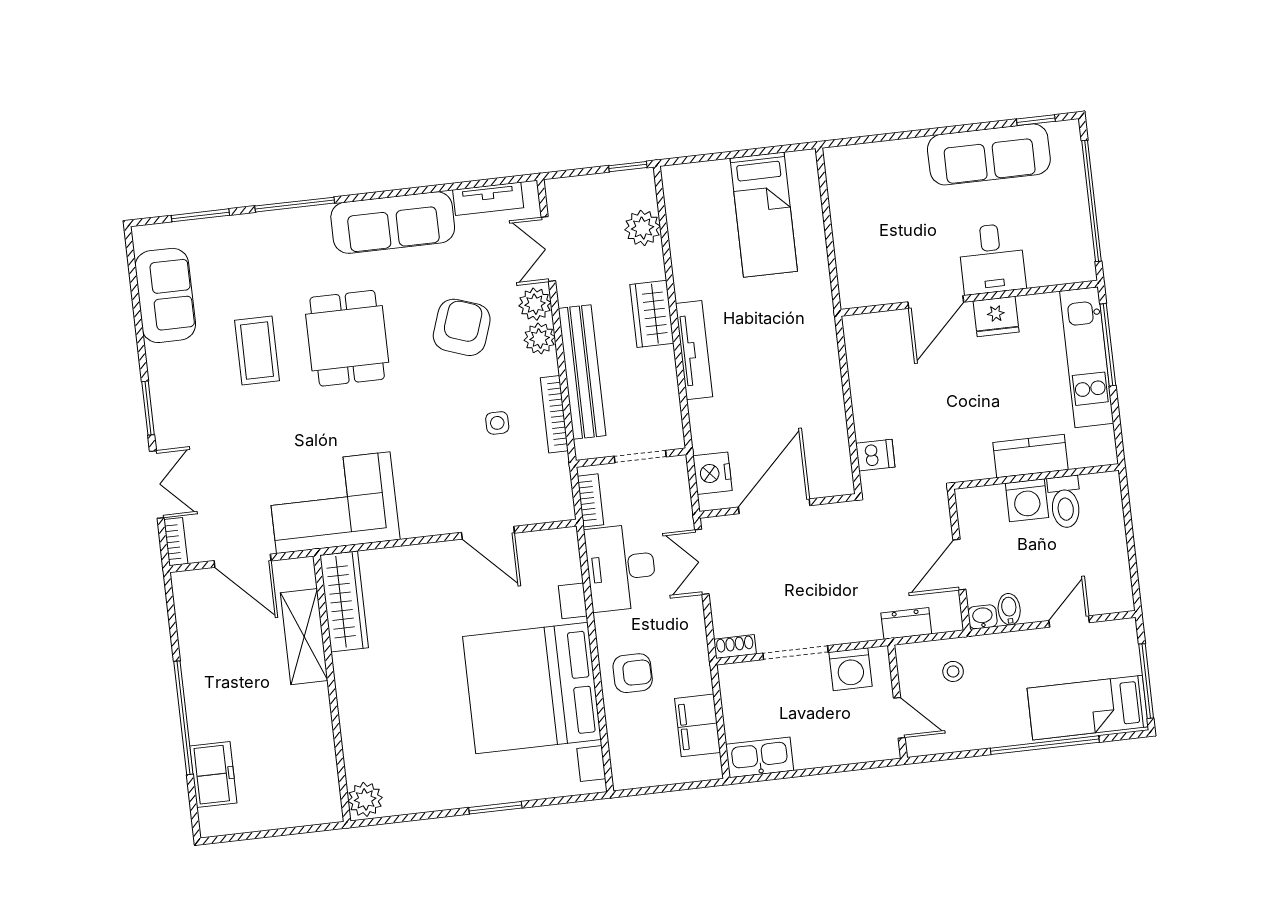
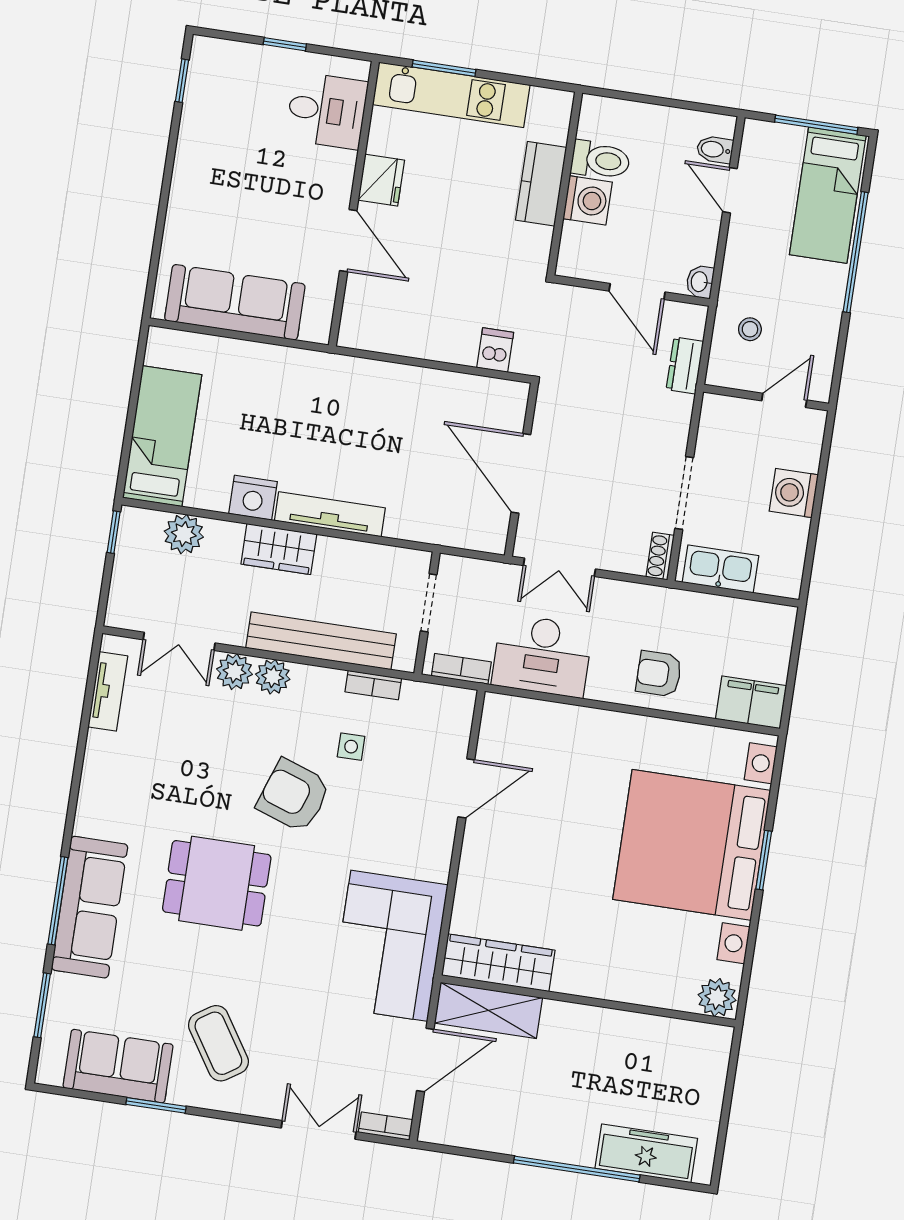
sofa: (989, 154) -> (235, 302), moved, turned -90
window: (1091, 201) -> (285, 44), width x0.32
bed: (764, 215) -> (162, 436), moved, turned -90
sofa: (393, 223) -> (90, 907), moved
desk: (992, 259) -> (327, 111), moved
armchair: (462, 327) -> (294, 796), moved
window: (1108, 345) -> (444, 68), width x0.69
coffee table: (257, 351) -> (218, 1043), moved, turned 57
window: (148, 408) -> (156, 1105), moved
bookcase: (554, 414) -> (373, 685), width x0.64
nightstand: (712, 473) -> (253, 498), moved
bidet: (1009, 609) -> (715, 150), moved
shelving: (304, 637) -> (488, 1010), moved
washing machine: (851, 669) -> (794, 493), moved, turned 180
armchair: (633, 673) -> (659, 674), turned -90
bed with nightstands: (532, 688) -> (692, 845), moved, turned 90
filing cabinet: (698, 725) -> (751, 702), moved, turned 180
kitchen sink: (760, 757) -> (720, 569), moved, turned 90
freezer: (213, 774) -> (646, 1153), width x1.40

